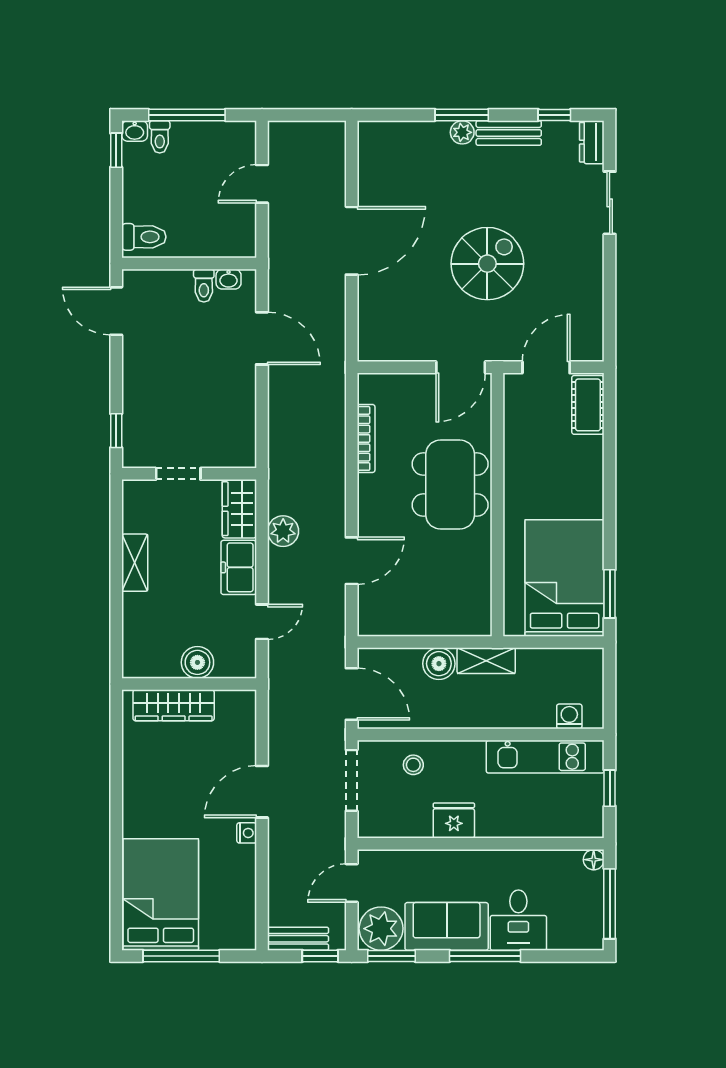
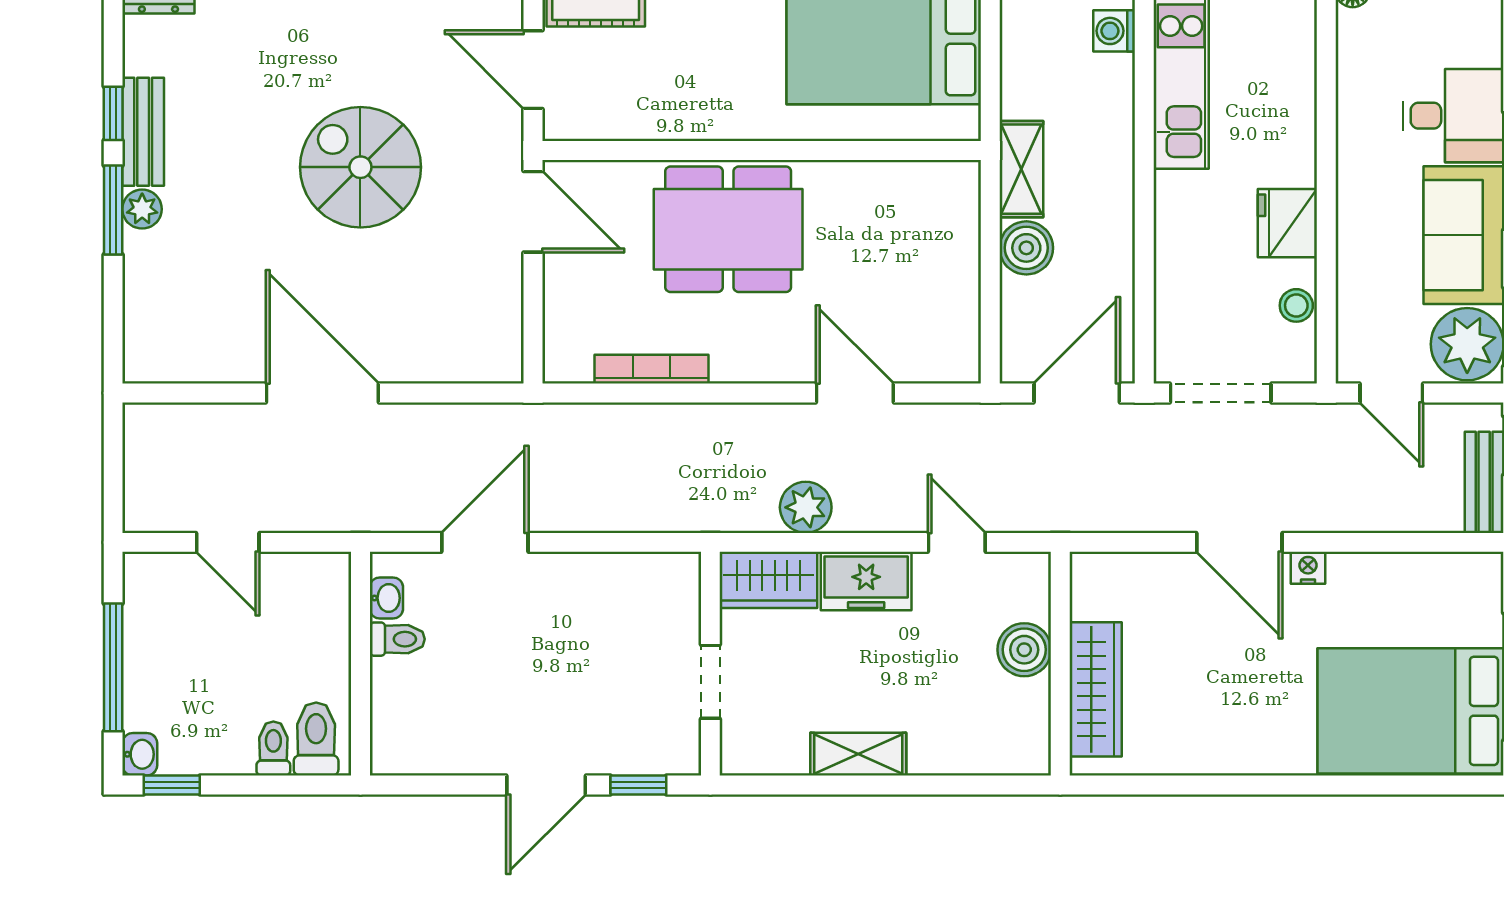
window: (554, 115) -> (113, 113), moved
toilet: (160, 137) -> (273, 748), moved, turned -90
door: (116, 311) -> (546, 785), moved
stool: (413, 765) -> (1296, 305), moved

